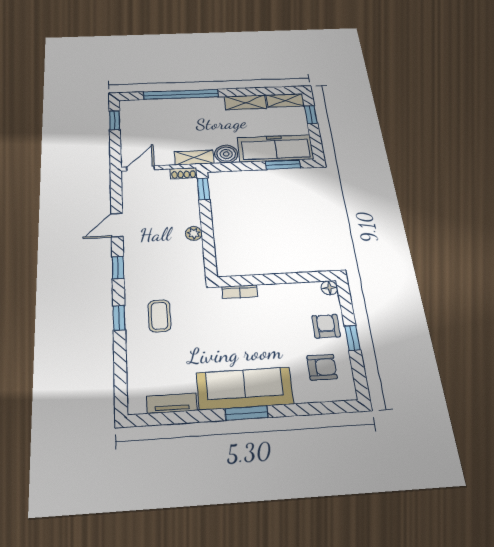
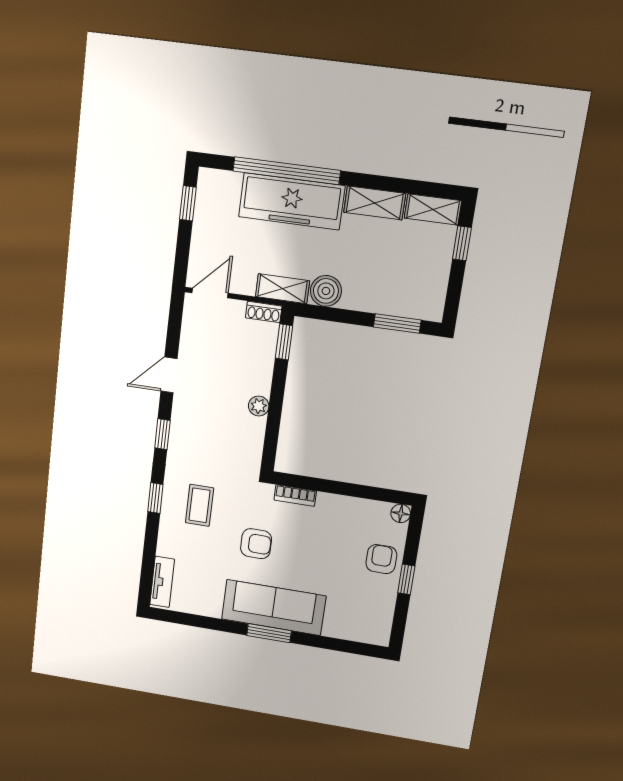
freezer: (275, 148) -> (292, 201), moved, turned 180
armchair: (322, 367) -> (256, 544), moved
tv unit: (172, 403) -> (162, 582), moved, turned 90

